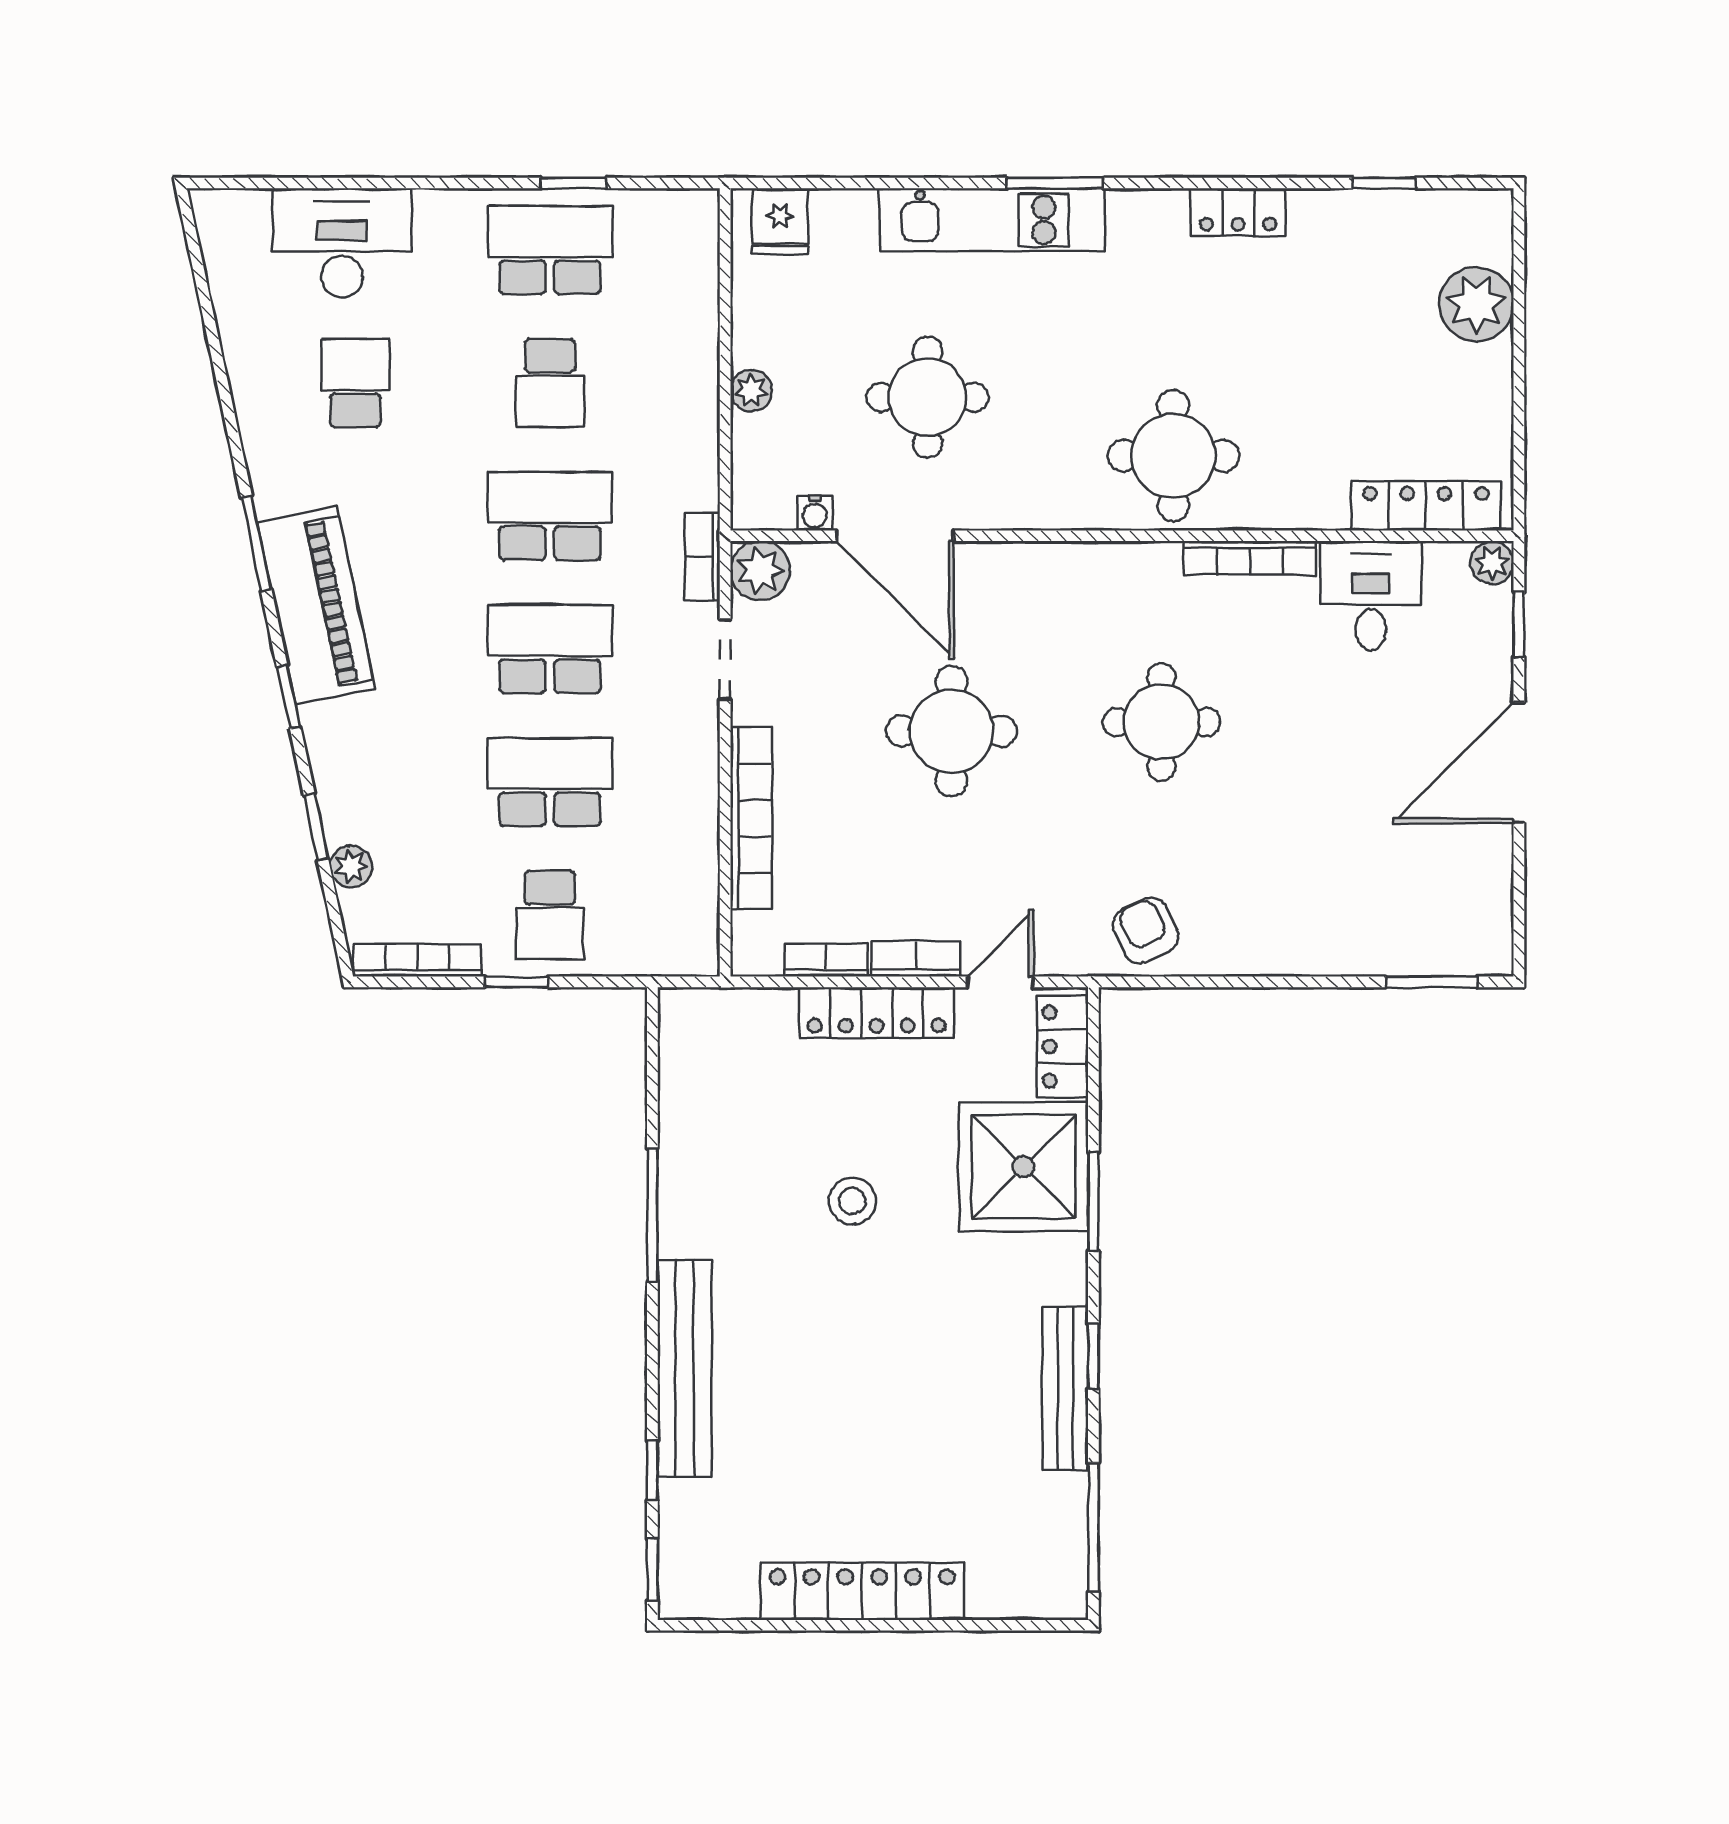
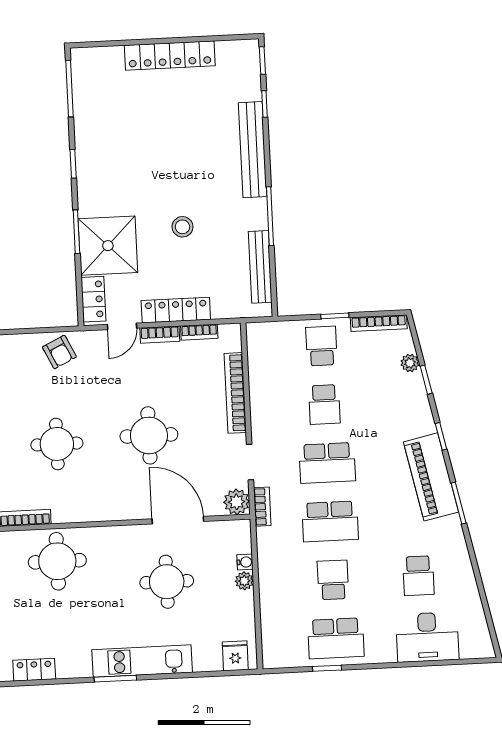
water cooler: (815, 513) -> (245, 562), moved, turned 90
school desk: (550, 782) -> (324, 404), width x0.54
bench: (1065, 1389) -> (260, 267), moved

